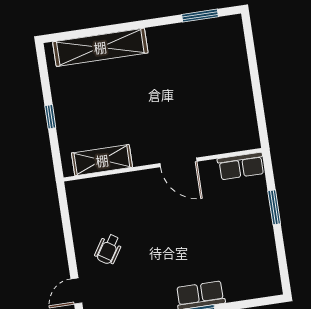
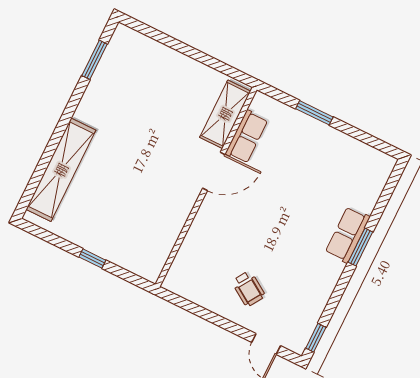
shelving: (102, 160) -> (225, 114), moved
row of seats: (241, 166) -> (247, 137), moved

